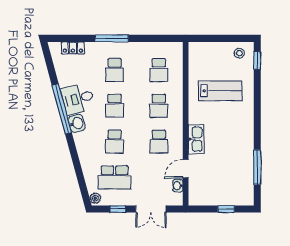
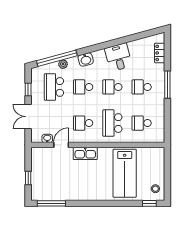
lab bench: (220, 91) -> (125, 173), width x1.36, depth x1.39
school desk: (159, 106) -> (112, 123), width x1.85
window: (62, 109) -> (57, 58), moved
washbasin: (77, 123) -> (86, 59), moved
window: (257, 167) -> (51, 203), moved
door: (186, 169) -> (61, 145), hinge flipped
plant: (95, 198) -> (63, 64), moved

